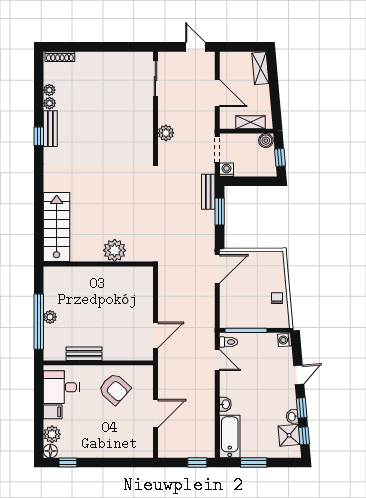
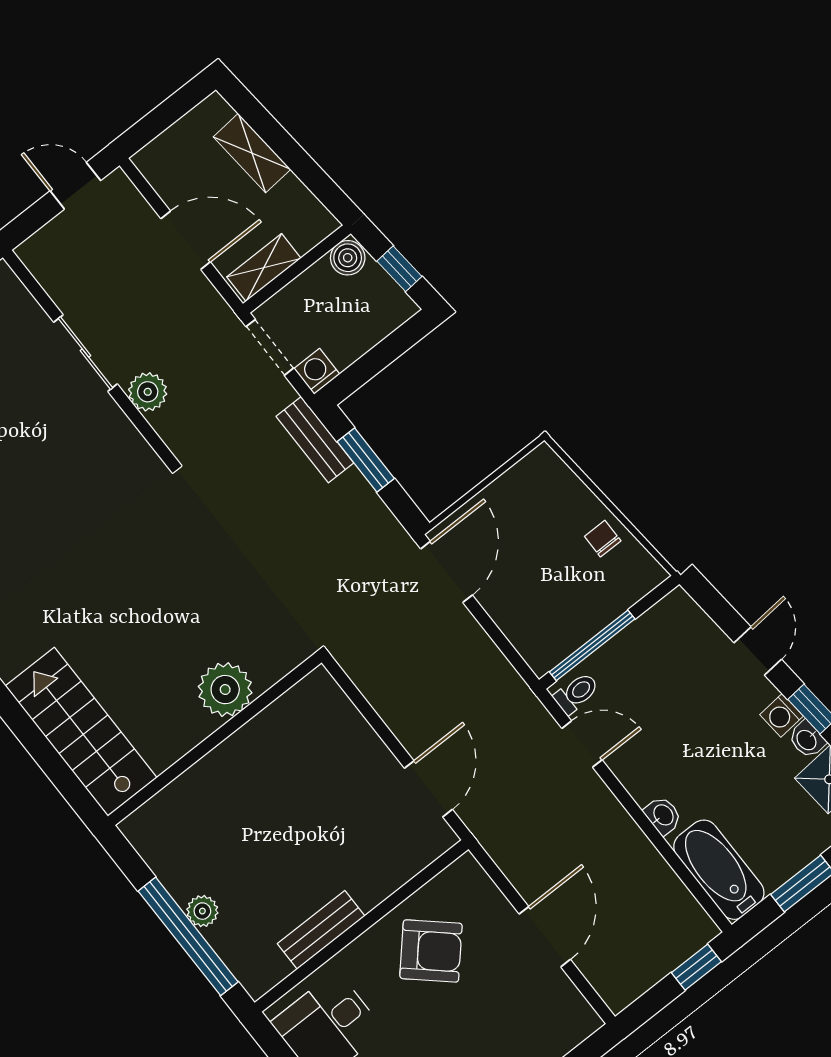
shelving: (260, 68) -> (252, 153), moved
sliding door: (155, 78) -> (85, 353), moved
shelving: (251, 122) -> (264, 268), moved
washing machine: (285, 340) -> (782, 715), moved

